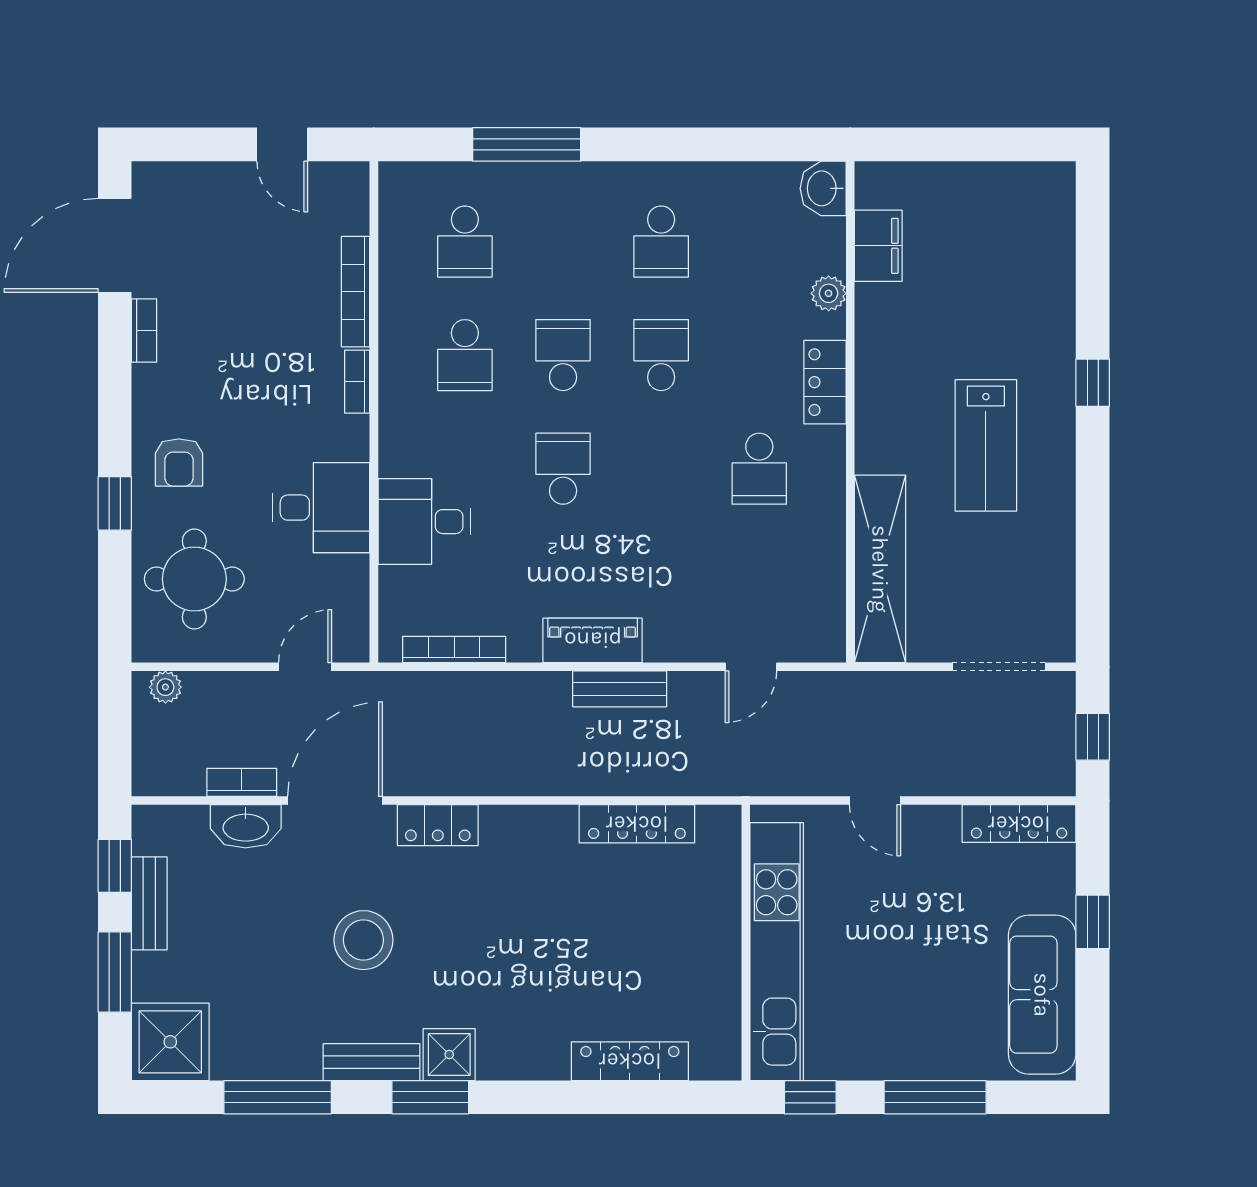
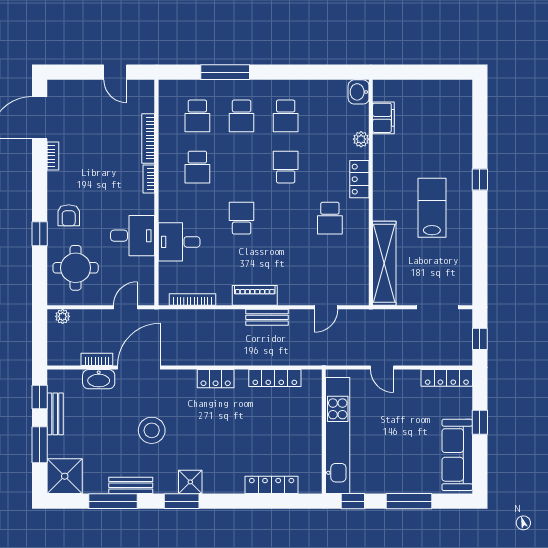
school desk: (563, 355) -> (242, 116), moved, turned 180
lab bench: (986, 445) -> (432, 208), turned 180
locker: (438, 825) -> (216, 379), moved
bench: (371, 1062) -> (131, 485), moved

